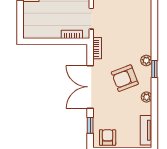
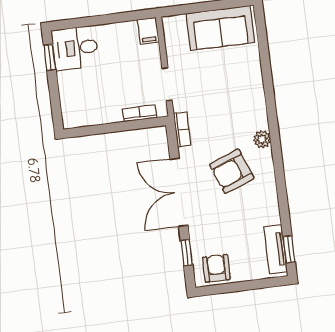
window: (154, 69) -> (289, 249), moved
plant: (147, 97) -> (270, 197), removed

